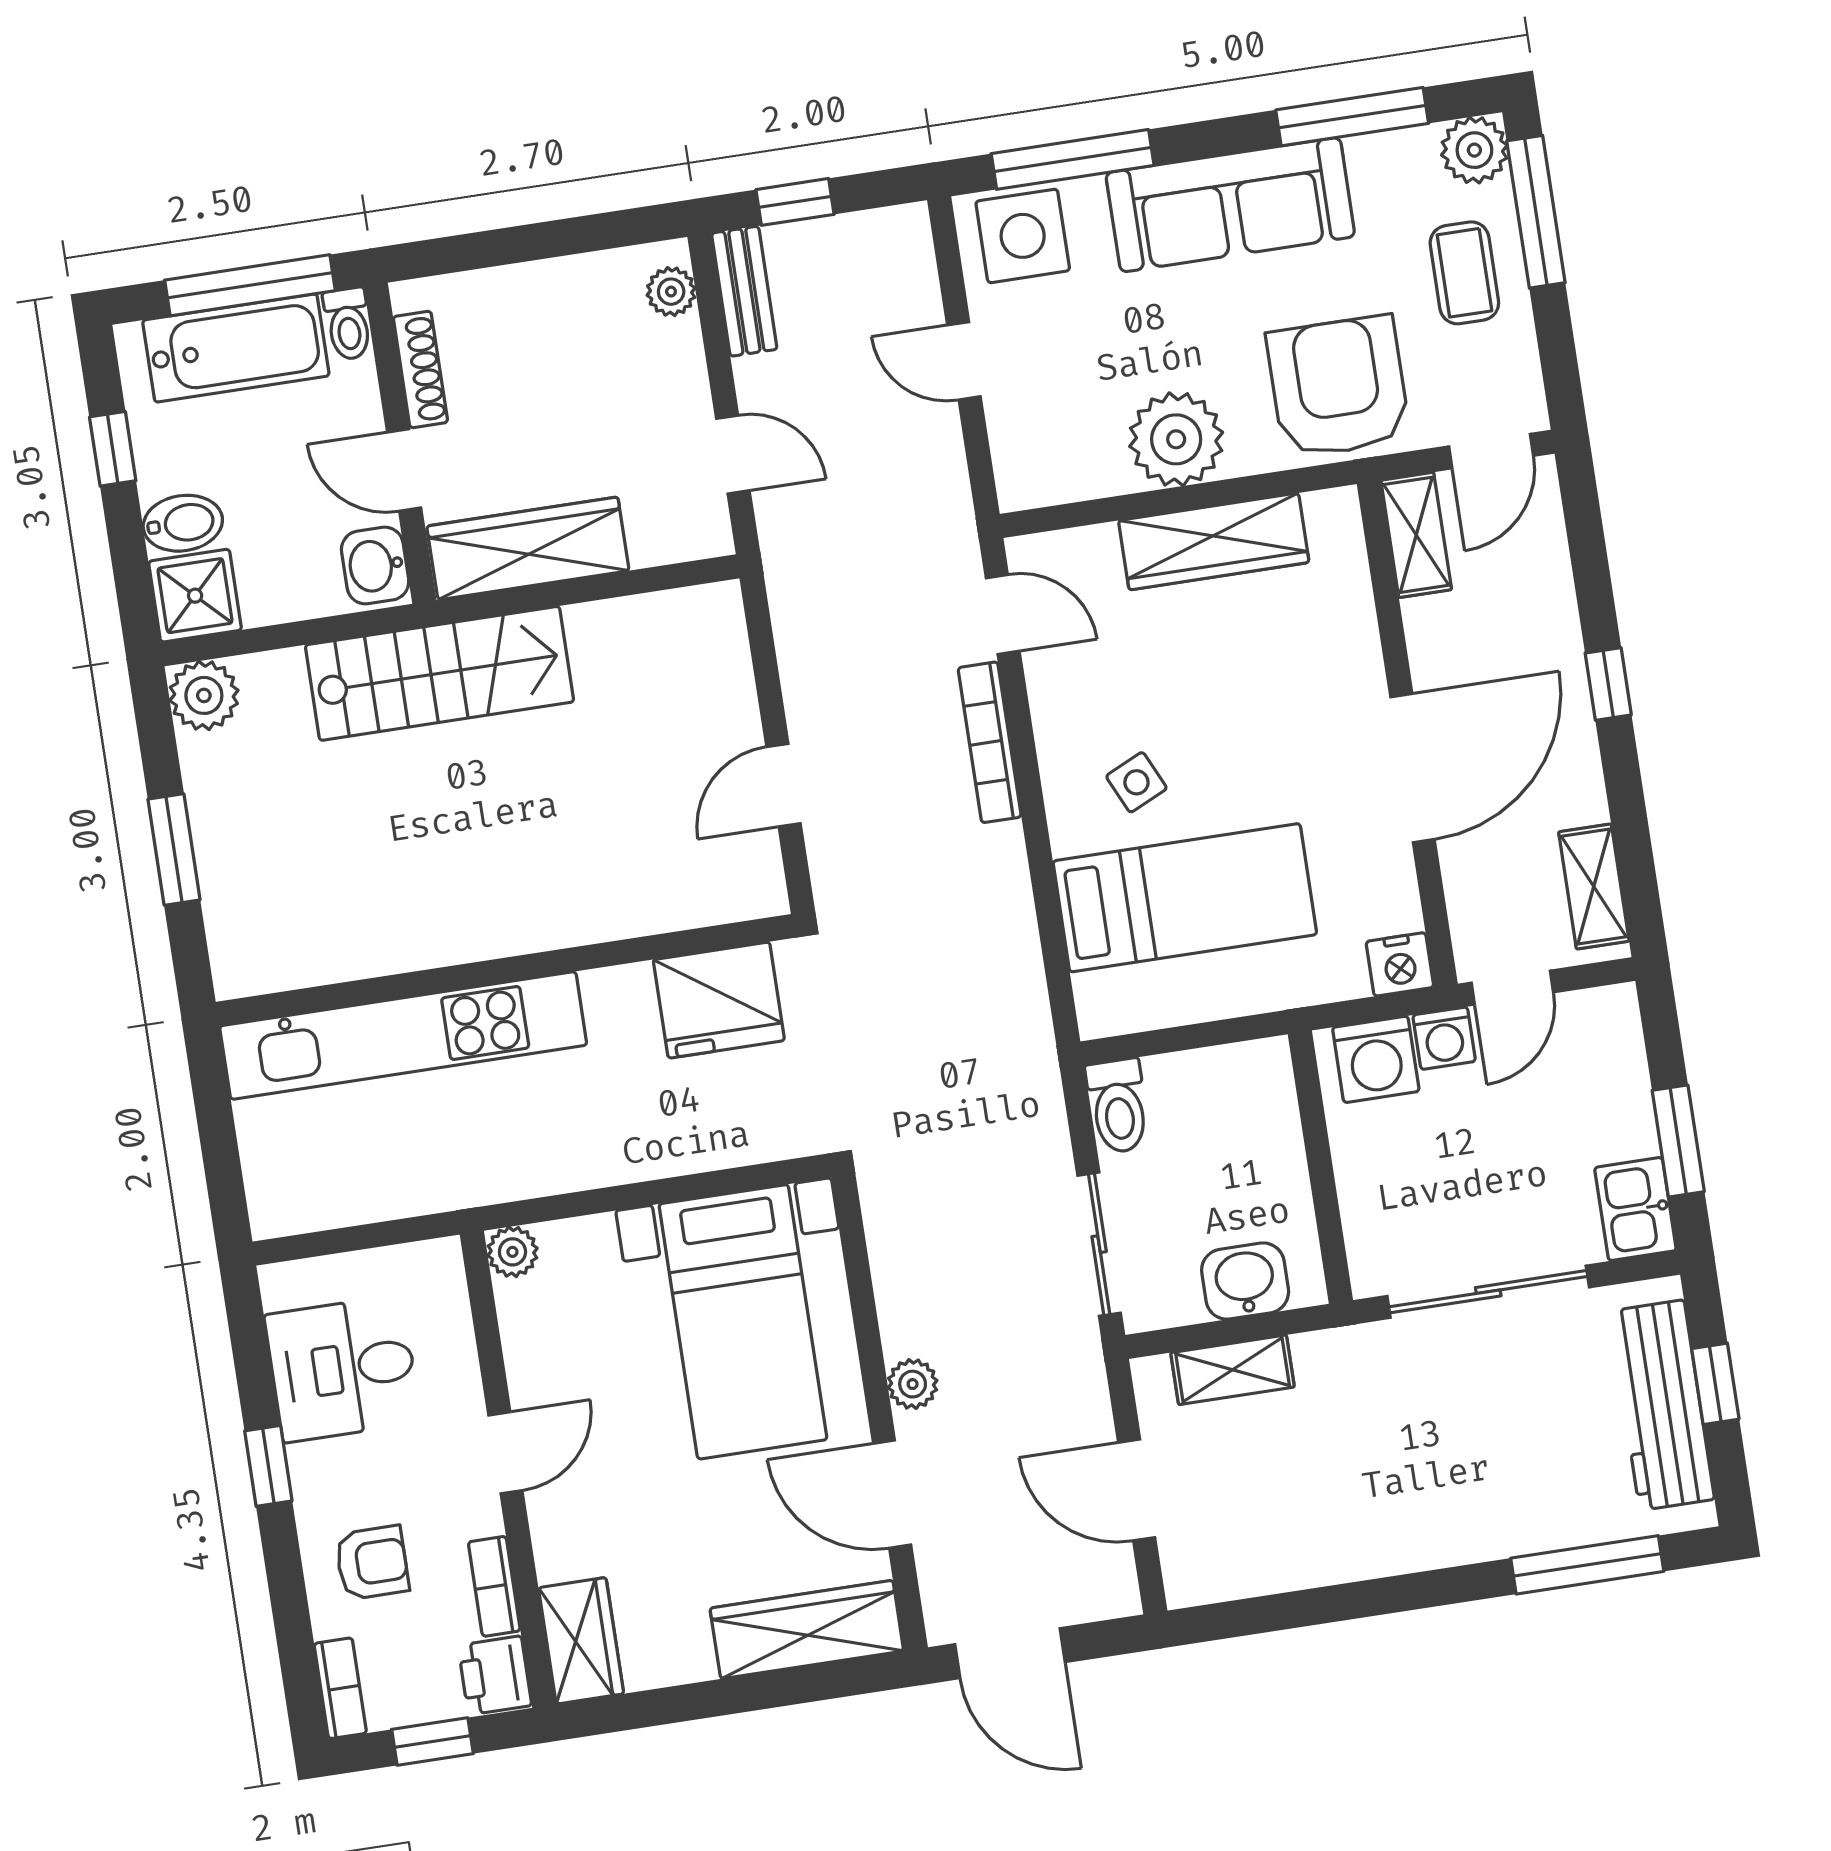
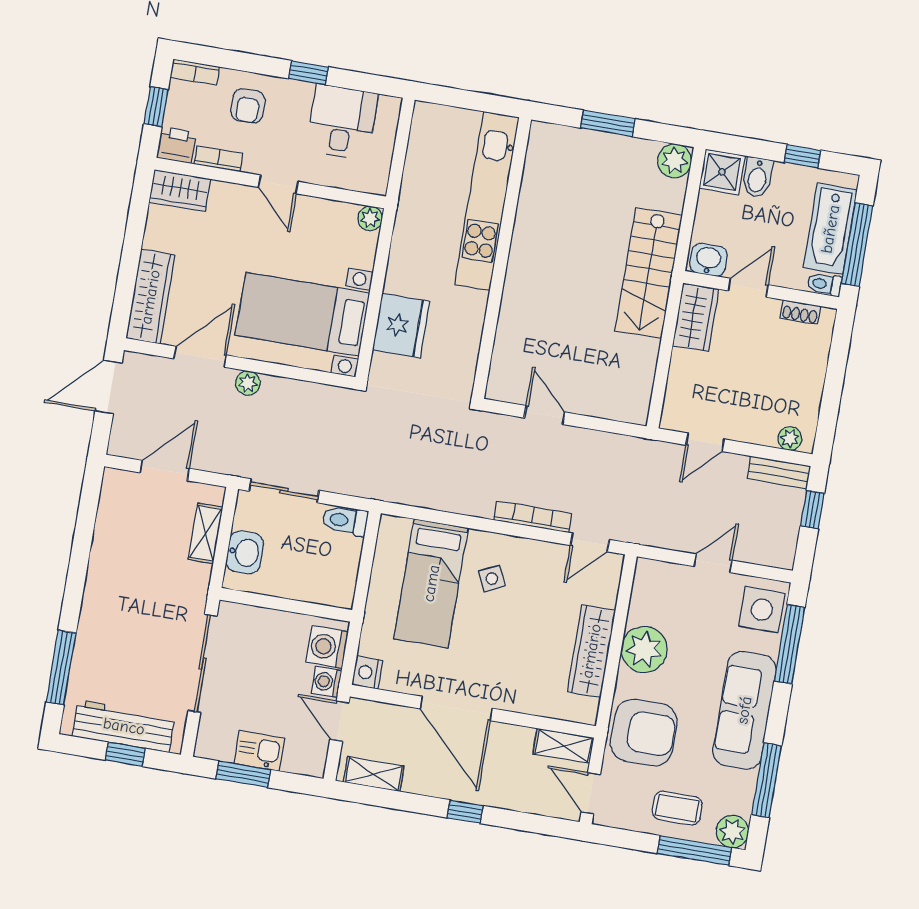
shoe rack: (420, 369) -> (800, 312), width x0.70
wardrobe: (528, 548) -> (696, 318), width x0.67
fridge: (719, 1000) -> (401, 326), moved, turned 180
kitchen sink: (1635, 1209) -> (259, 751), moved

